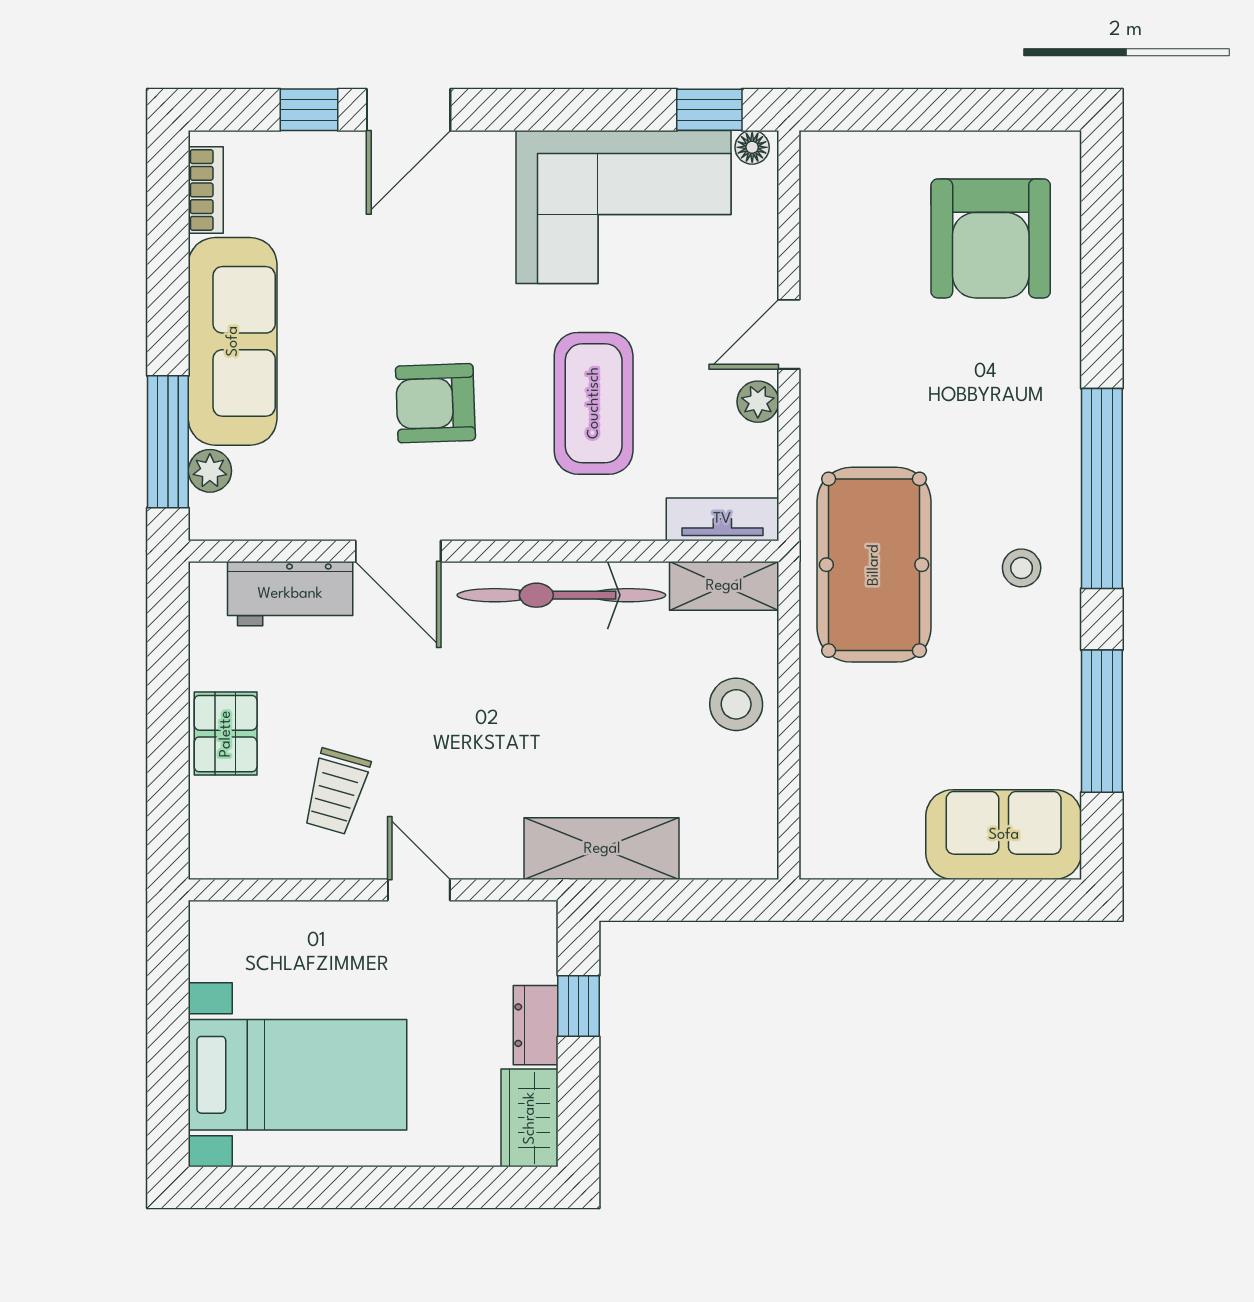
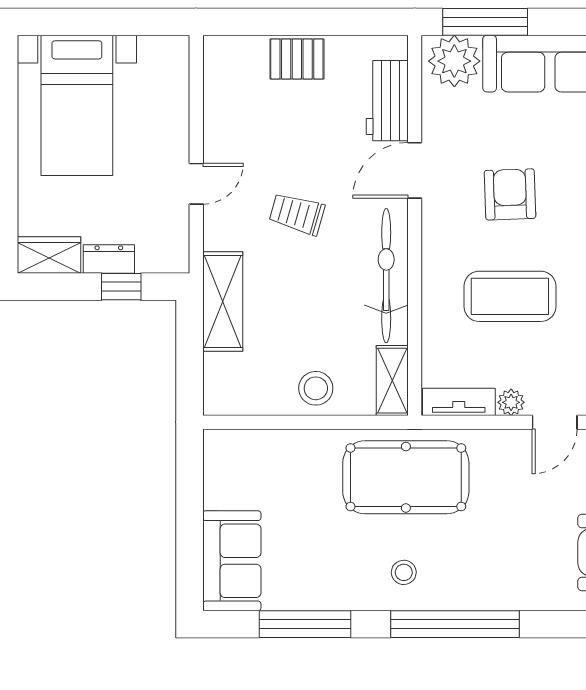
door: (789, 334) -> (555, 422), swing flipped
plant: (210, 471) -> (454, 61), width x1.87, depth x1.87
tv unit: (722, 519) -> (459, 402), moved, turned -90
trolley: (336, 792) -> (297, 214), moved

